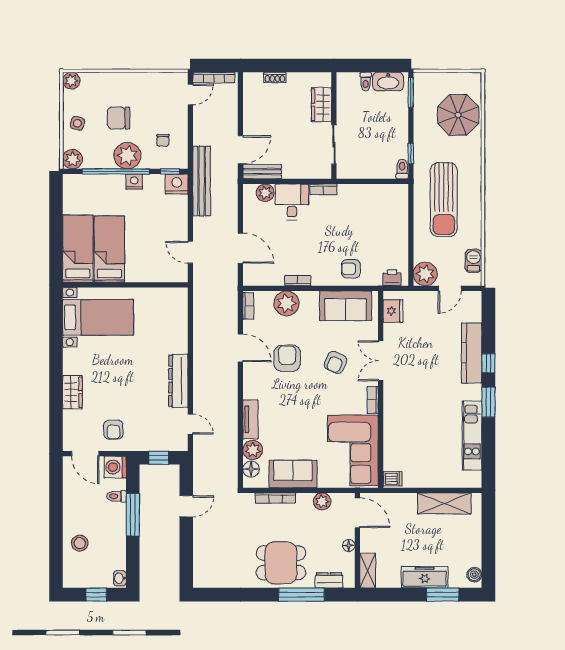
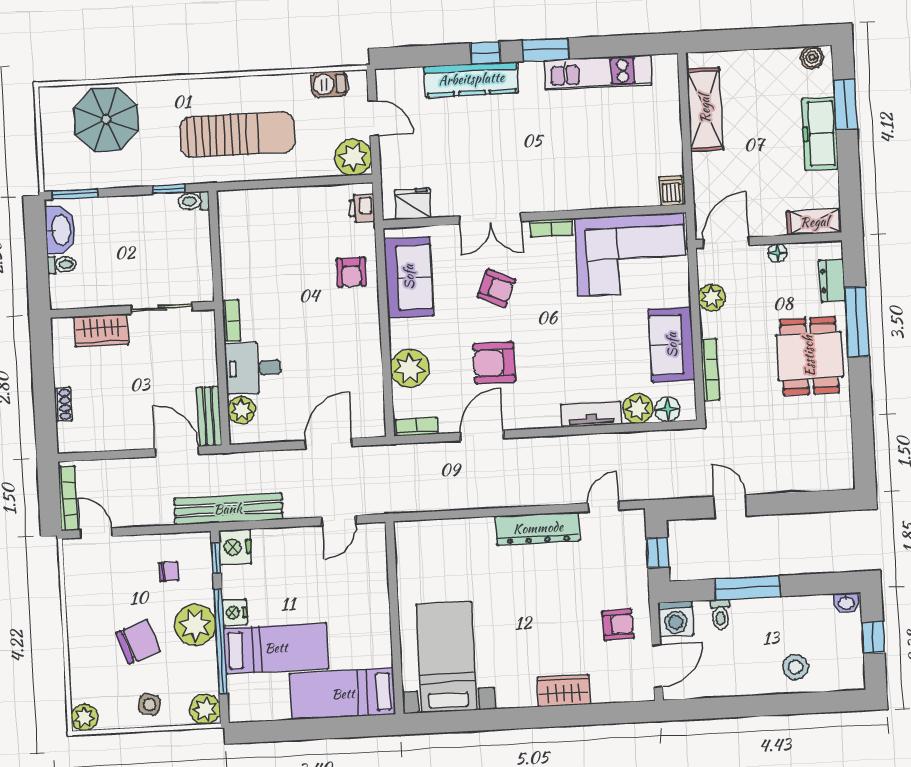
chair: (118, 118) -> (138, 642), turned -110
bed: (109, 249) -> (276, 648), moved, turned 180
bookcase: (298, 281) -> (374, 353), removed

